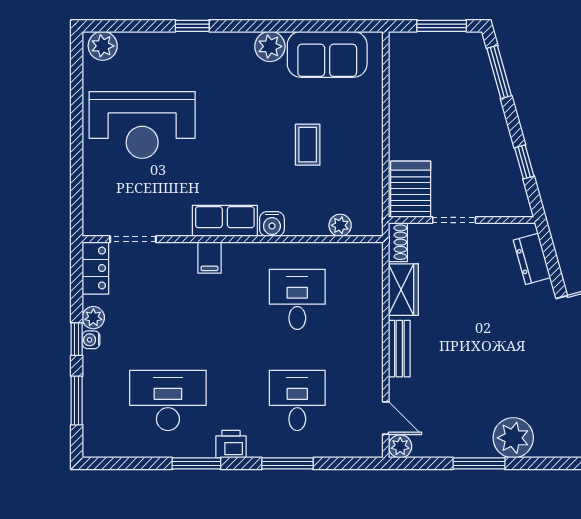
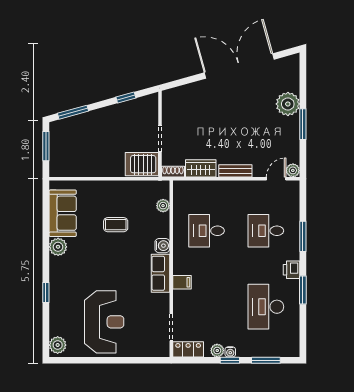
dresser: (532, 259) -> (183, 93), removed

